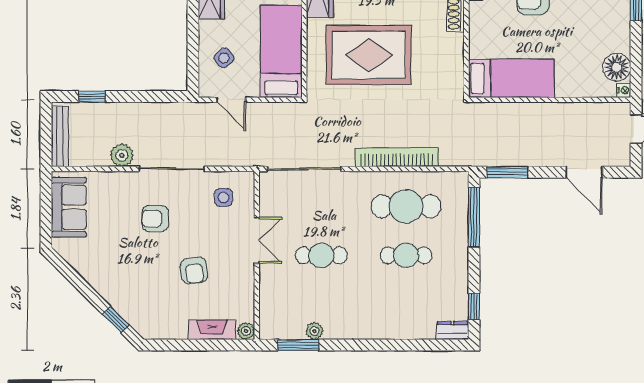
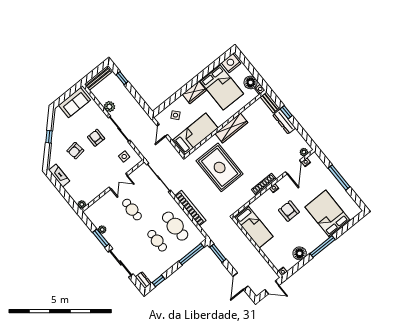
floor lamp: (617, 67) -> (300, 253), moved
armchair: (194, 270) -> (75, 151), moved
window: (116, 320) -> (49, 137), moved
fireplace: (212, 330) -> (59, 175), moved
window: (298, 345) -> (101, 238), moved
sliding door: (394, 345) -> (121, 263), added

